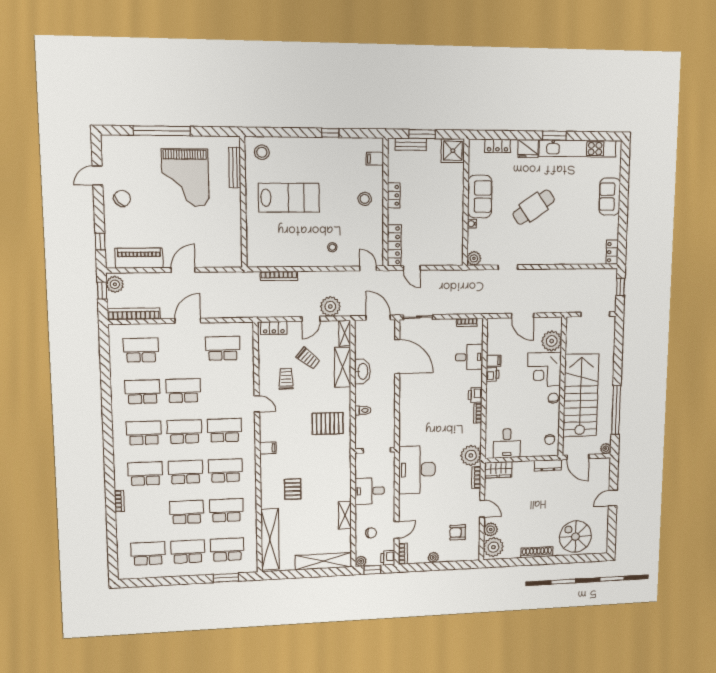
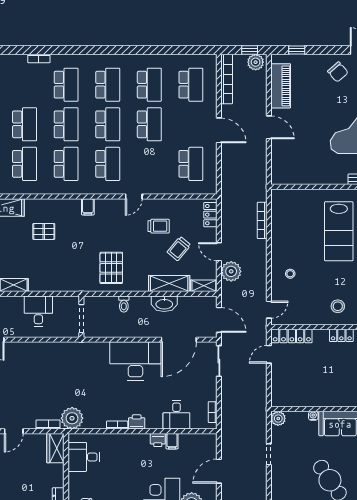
door: (378, 318) -> (219, 320), hinge flipped
desk: (417, 470) -> (135, 361), moved

